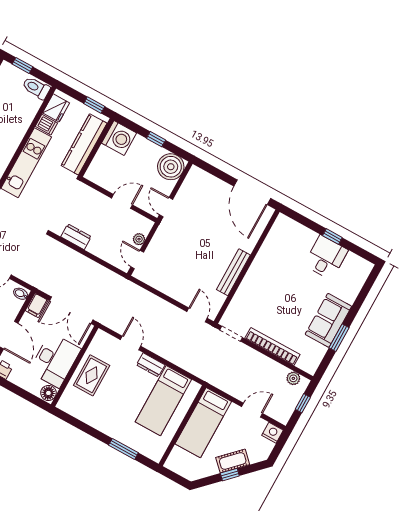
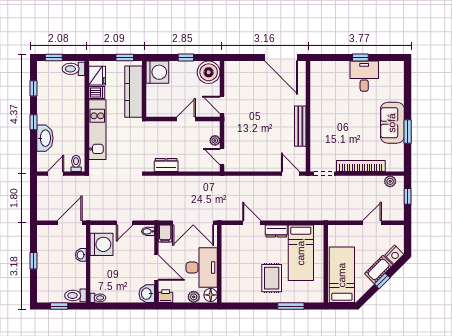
rug: (92, 375) -> (272, 278), moved
plant: (30, 385) -> (194, 297), added
bed: (203, 423) -> (342, 275), moved, turned 180
nightstand: (273, 433) -> (394, 255), moved, turned 135

